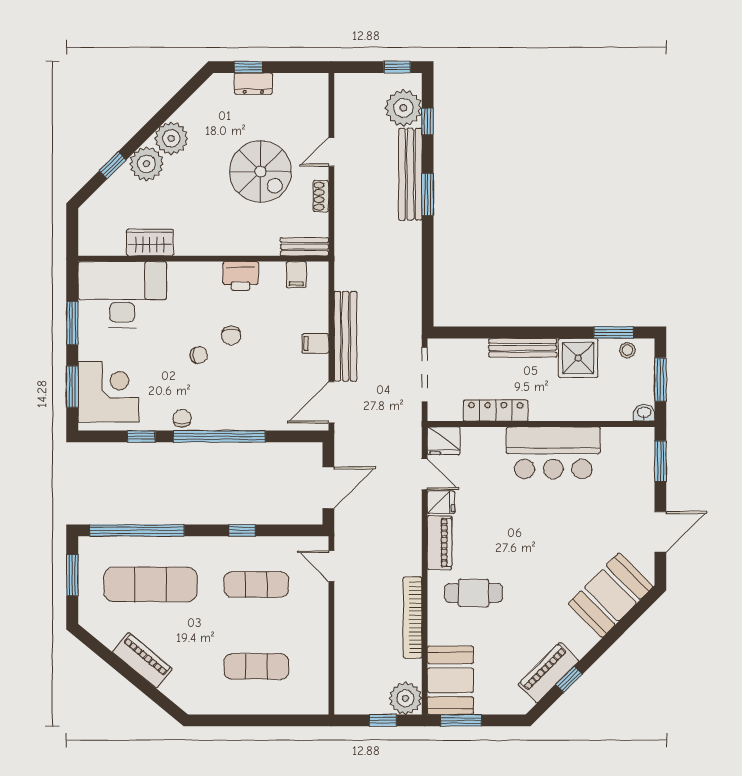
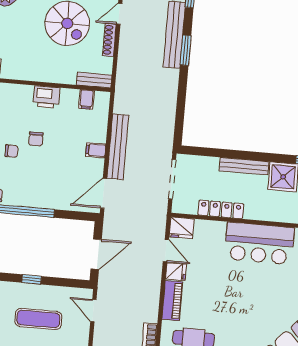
shoe rack: (321, 196) -> (109, 40), width x1.43

